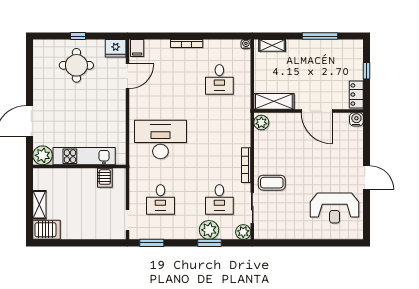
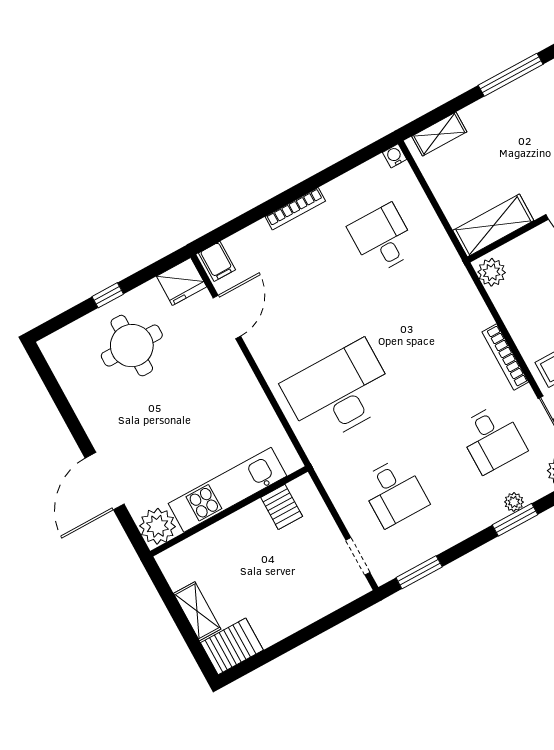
desk: (219, 79) -> (383, 239), turned 180
plant: (209, 230) -> (514, 502), width x0.53, depth x0.53

